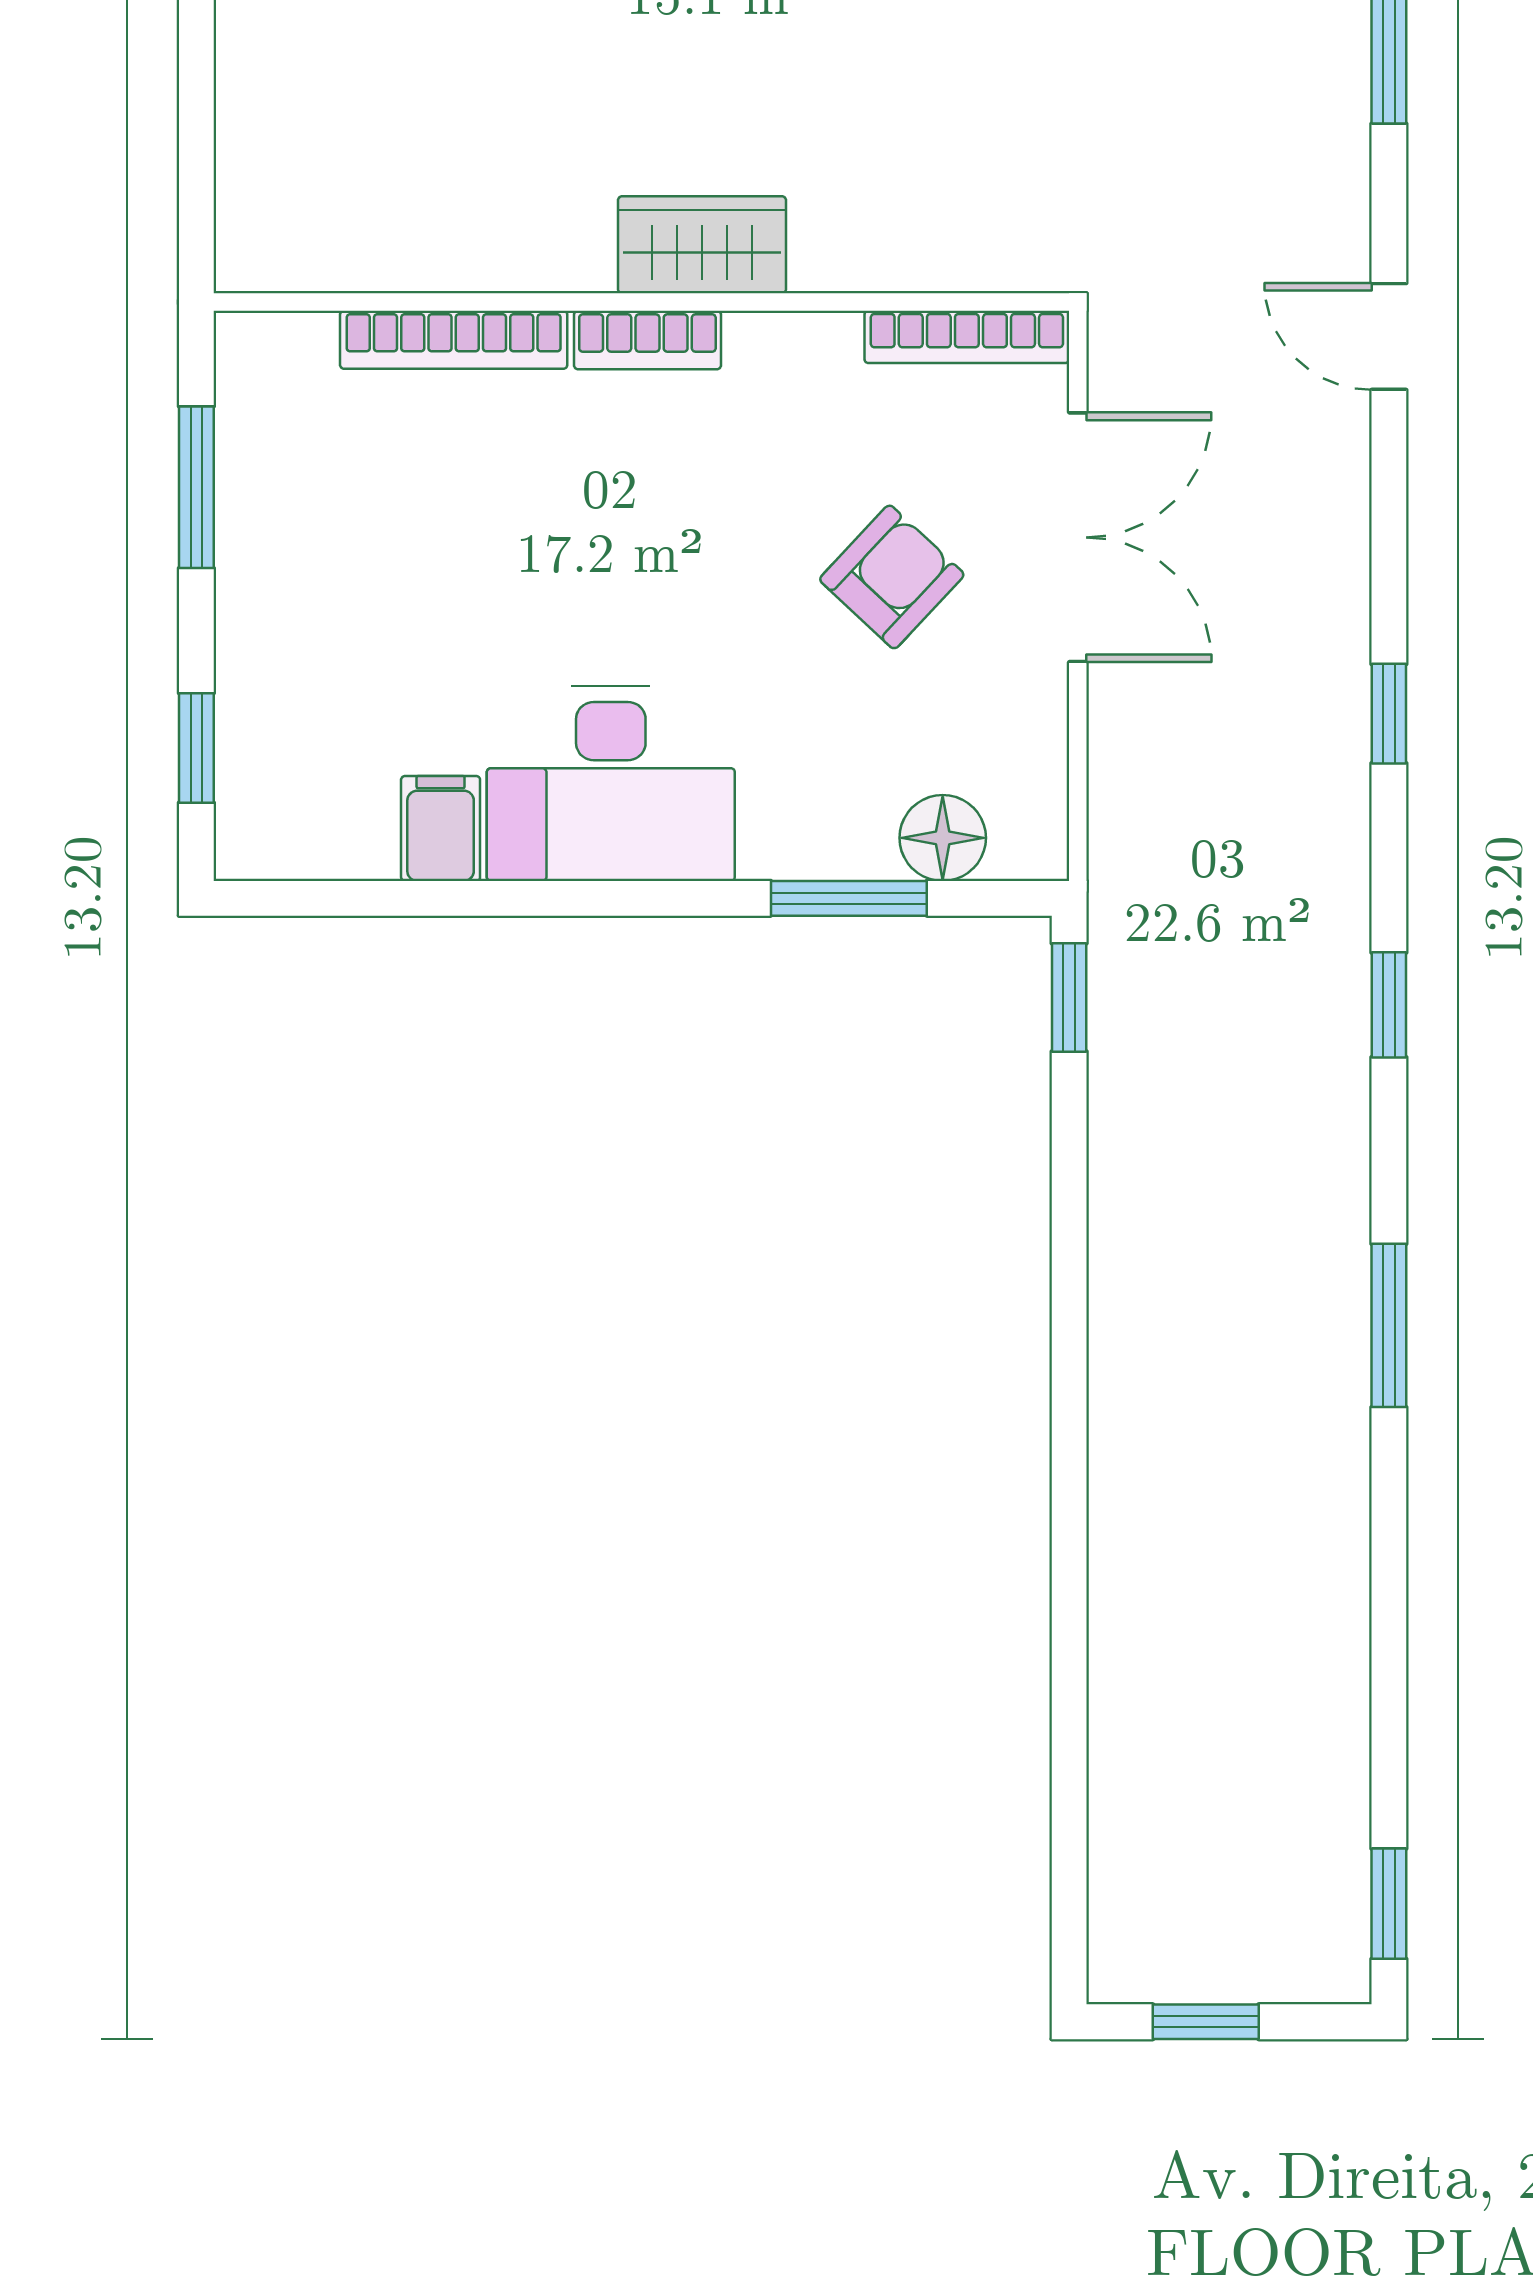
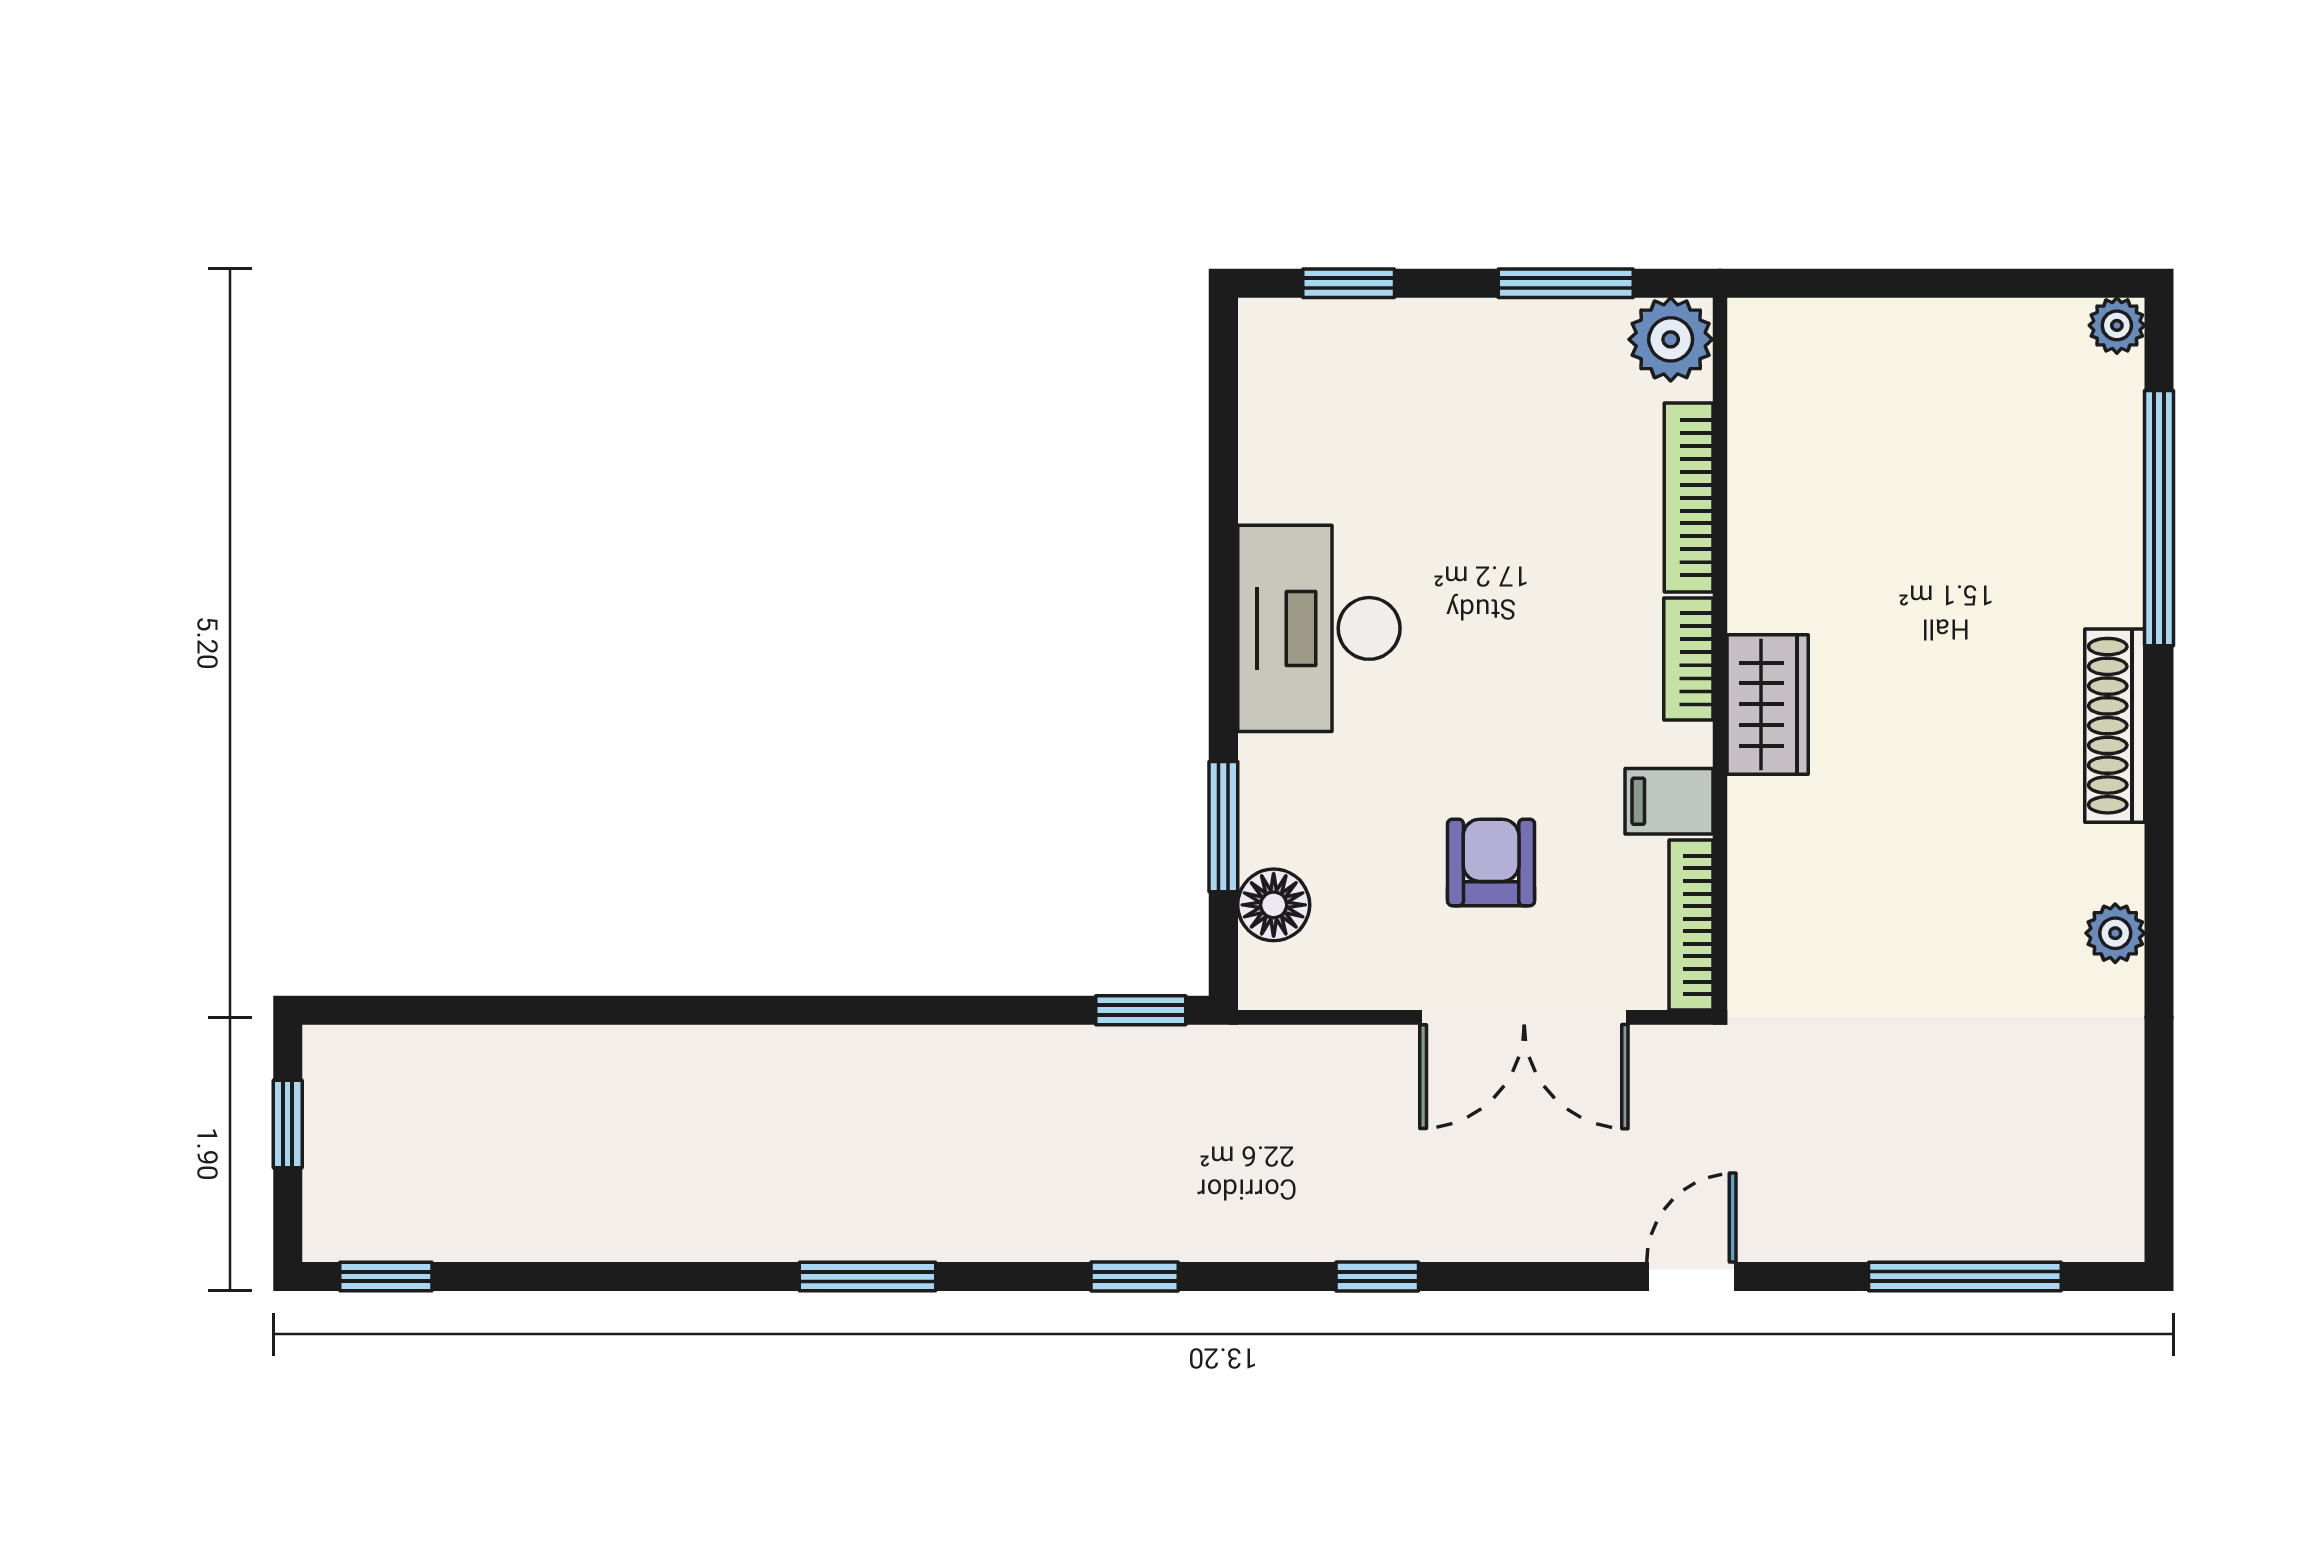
plant: (264, 361) -> (1671, 339), added
armchair: (892, 577) -> (1491, 862), turned -133
filing cabinet: (441, 828) -> (1669, 801), moved, turned 180

